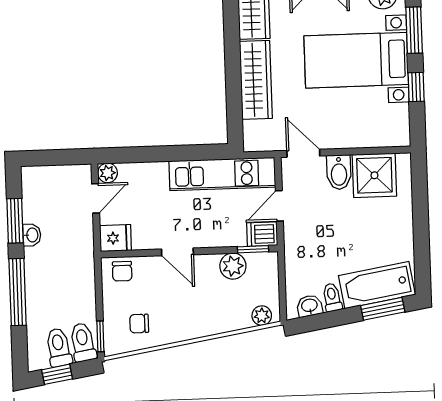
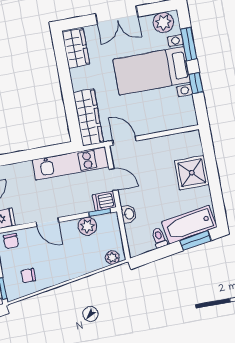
wardrobe: (256, 80) -> (88, 117), moved
bidet: (339, 172) -> (151, 150), removed
shower: (374, 175) -> (192, 173), moved
door: (279, 206) -> (113, 180), swing flipped
washbasin: (309, 306) -> (129, 214), moved, turned 99

